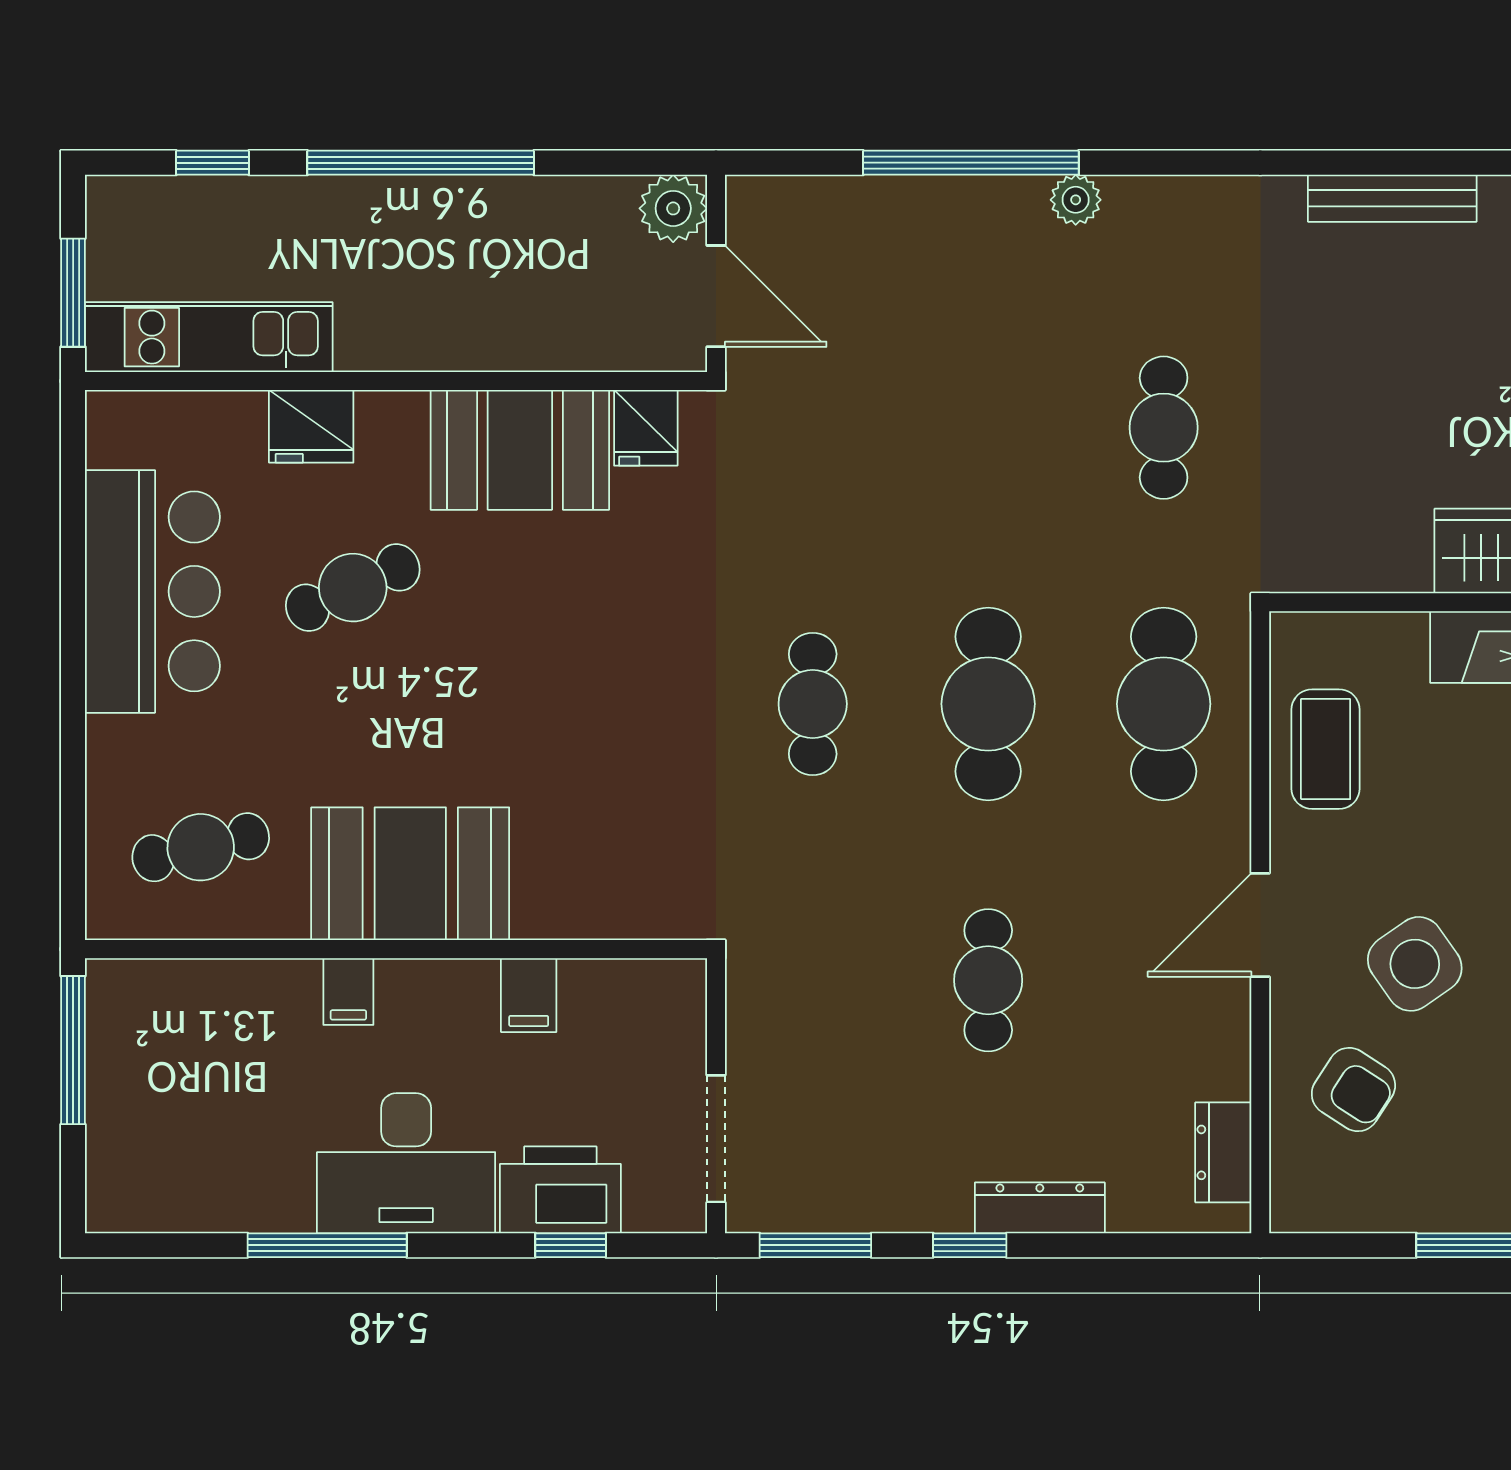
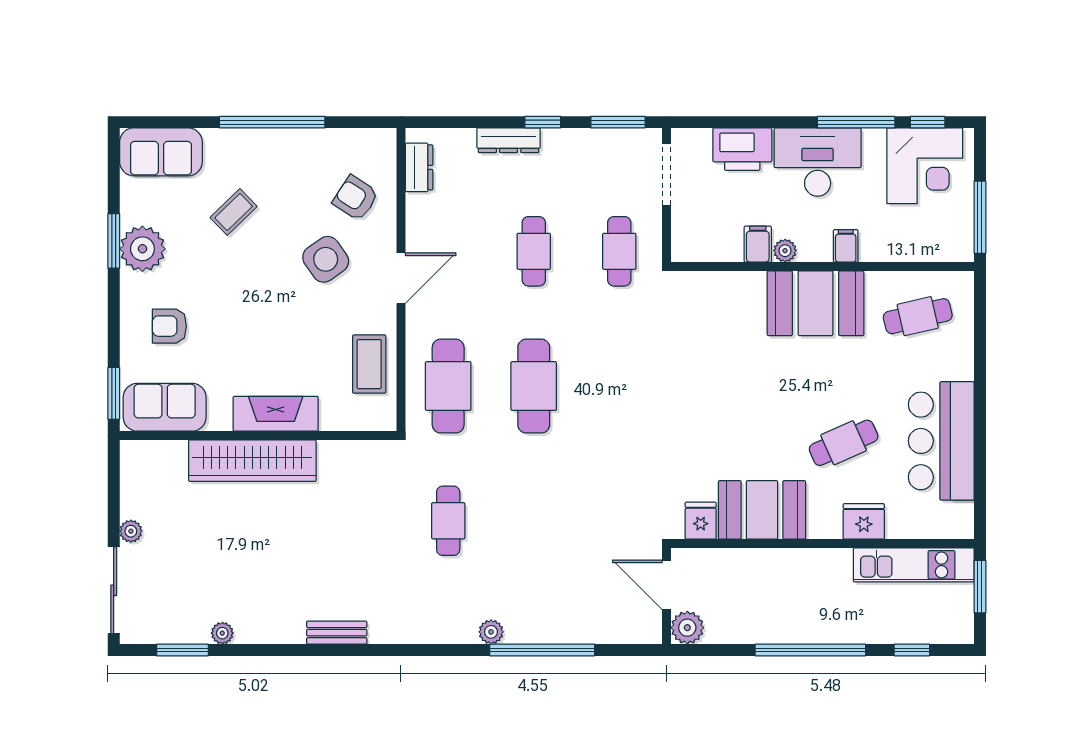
bench: (1392, 198) -> (337, 633), width x0.73
cafe table: (813, 704) -> (619, 251), moved
plant: (473, 982) -> (785, 251), added
corner desk: (186, 1156) -> (925, 166), added
window: (571, 1245) -> (928, 122), moved

